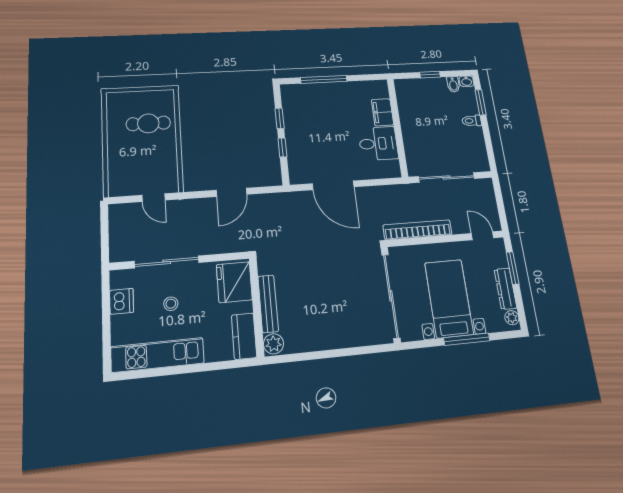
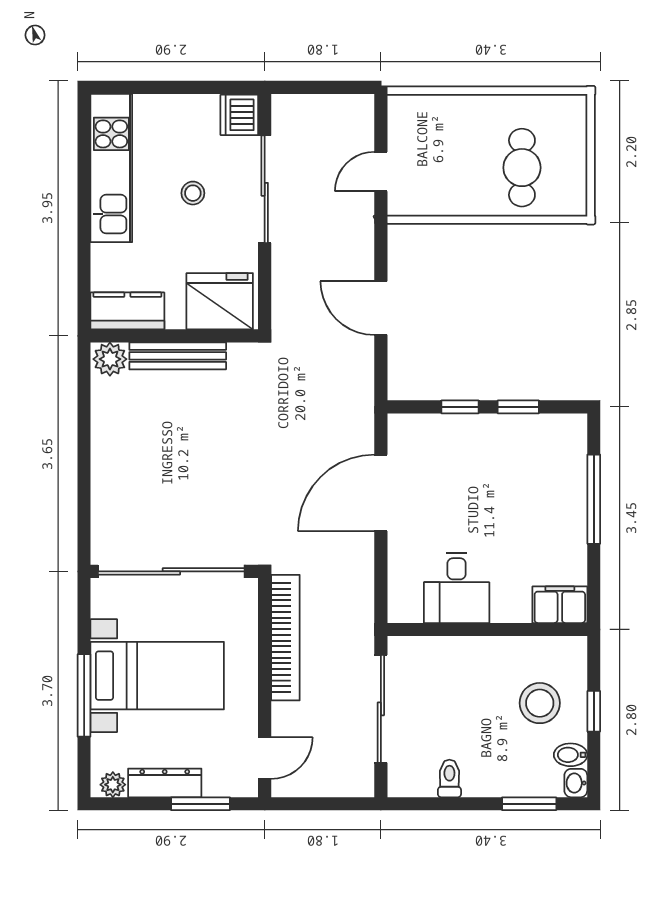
stool: (430, 100) -> (540, 703), added
filing cabinet: (382, 112) -> (560, 605), moved
toilet: (472, 121) -> (449, 778), moved
dishwasher: (122, 301) -> (239, 115), moved, turned 90

